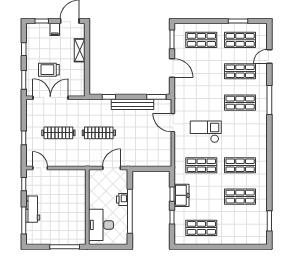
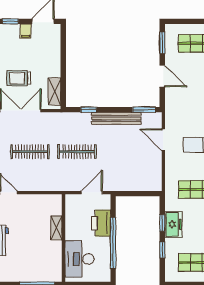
shelving: (80, 50) -> (55, 92), moved
shelving: (81, 198) -> (56, 228), added
printer: (122, 199) -> (101, 223), width x1.87, depth x1.48

